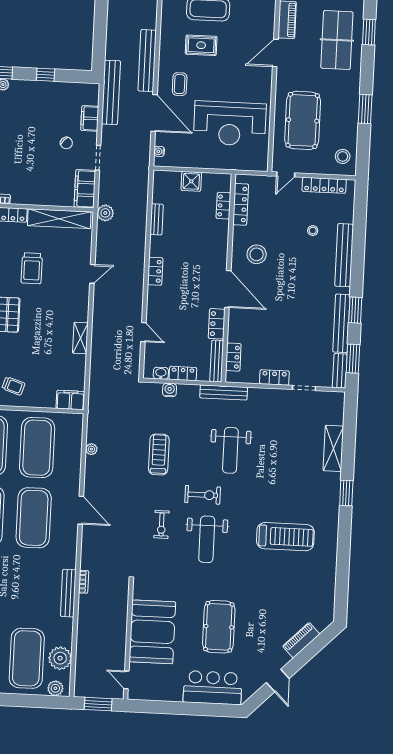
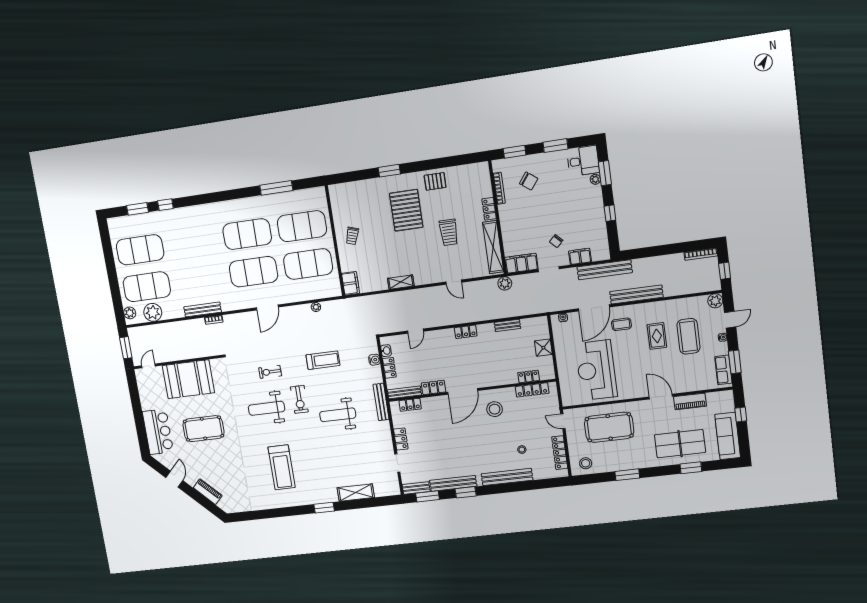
trolley: (32, 268) -> (449, 232), turned -90
door: (278, 680) -> (174, 479), swing flipped

